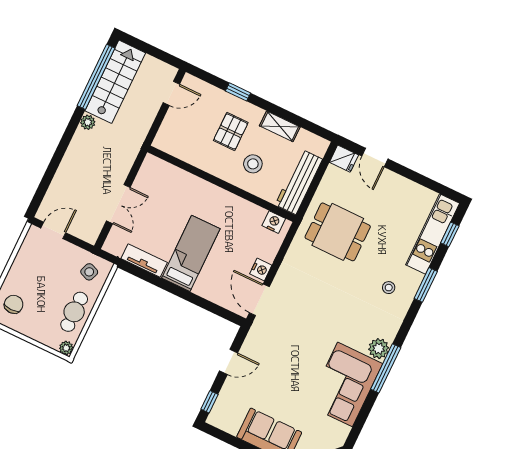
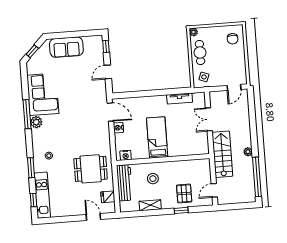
stairs: (115, 82) -> (222, 154), moved, turned 180
pallet: (231, 131) -> (184, 193), moved
fridge: (344, 159) -> (108, 197), moved
bed: (191, 253) -> (157, 138), moved, turned 180

